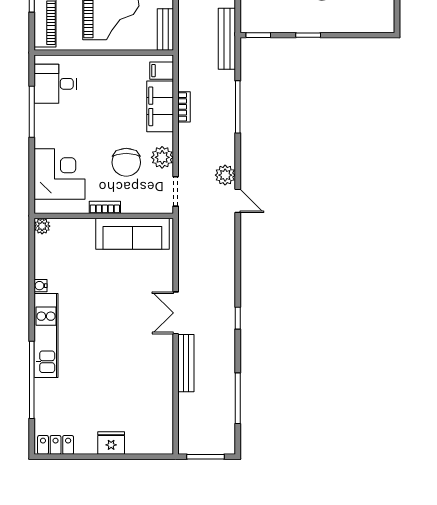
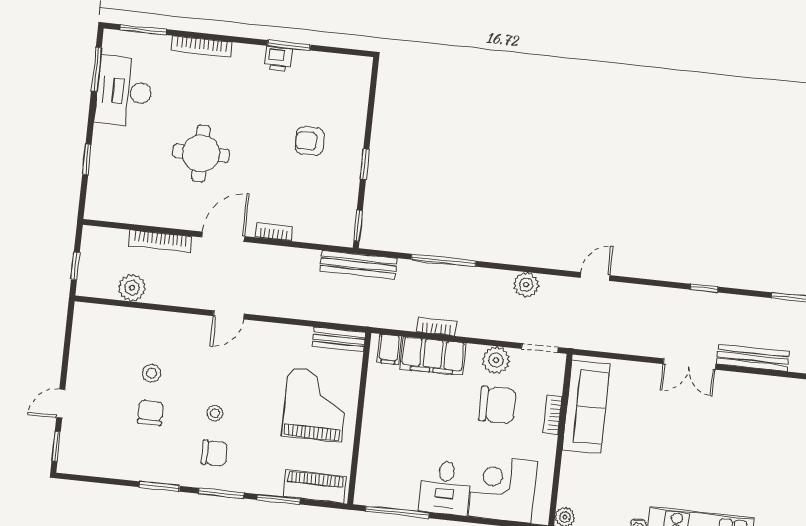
desk: (55, 84) -> (445, 488), moved
window: (32, 112) -> (397, 512), moved
door: (238, 201) -> (595, 276), moved
bookcase: (105, 207) -> (552, 415), moved

